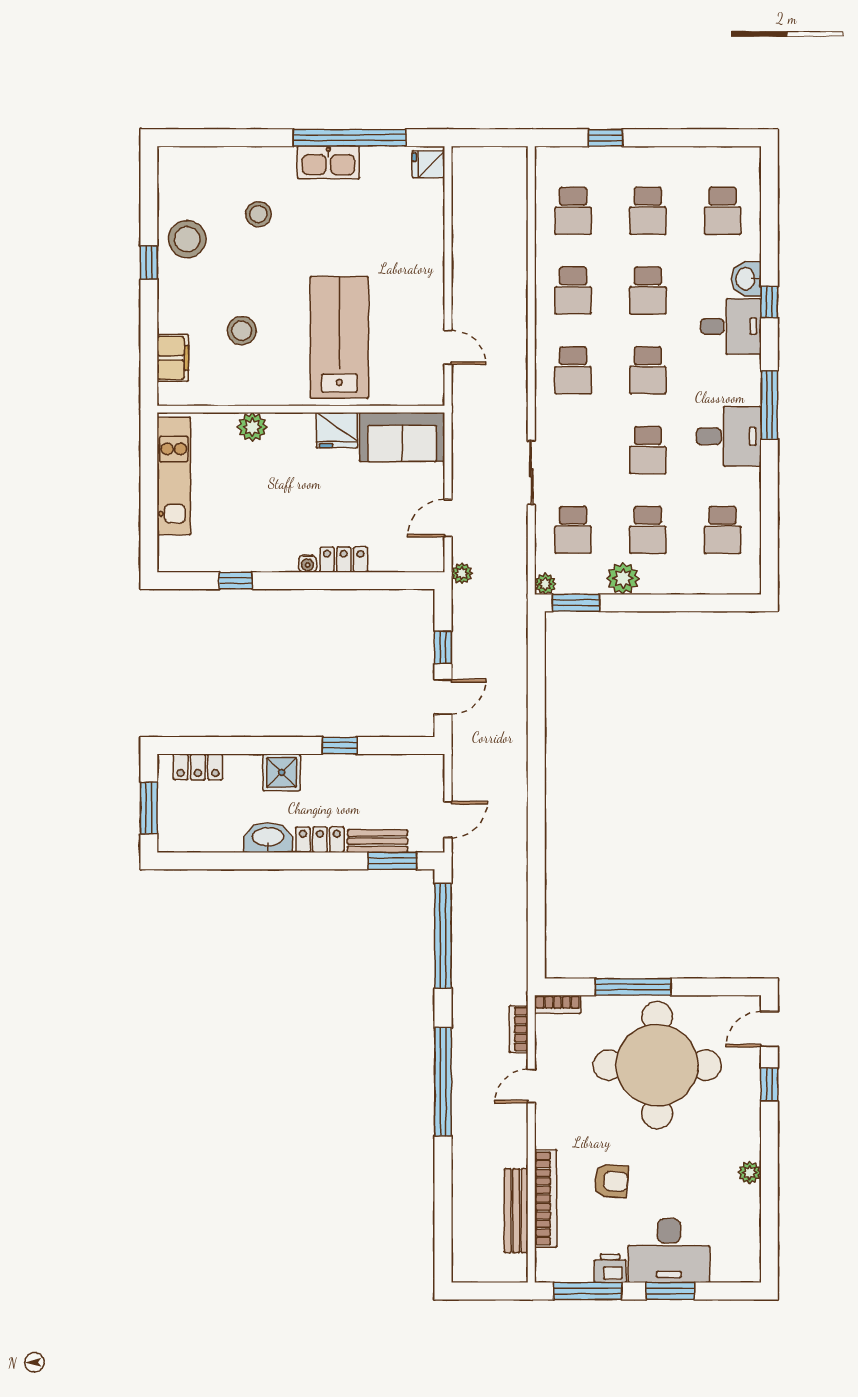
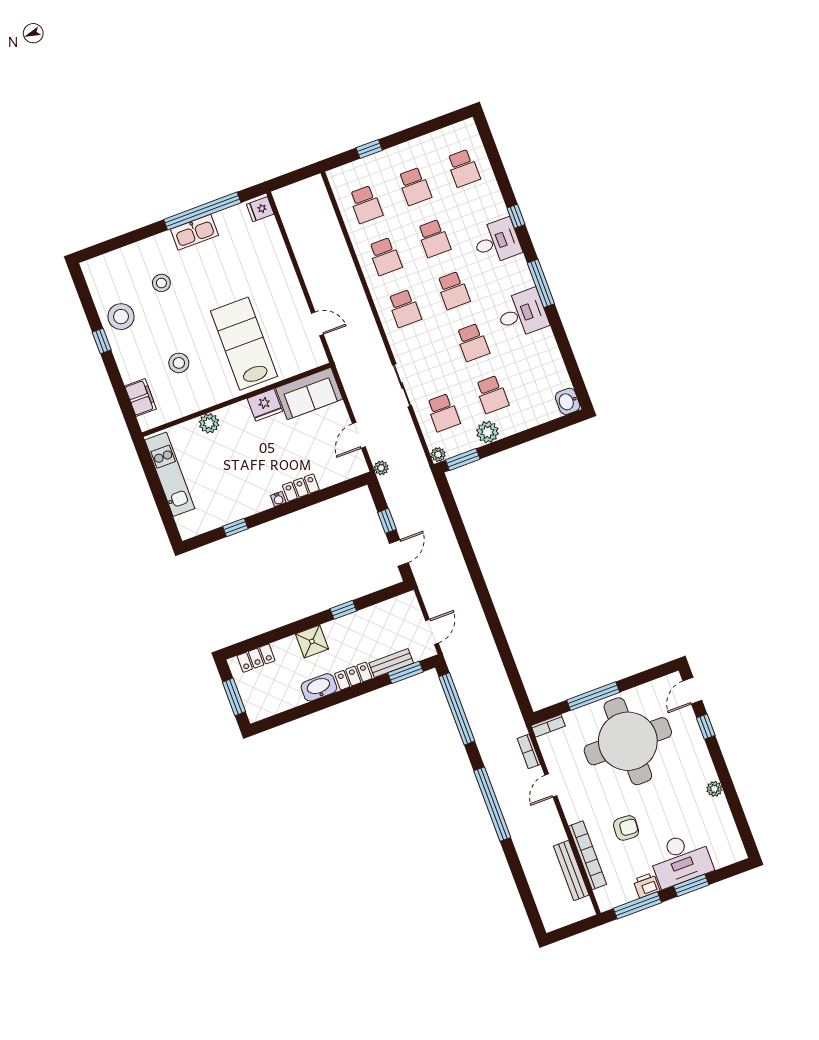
washbasin: (746, 279) -> (568, 401), moved
school desk: (723, 530) -> (541, 376), removed

